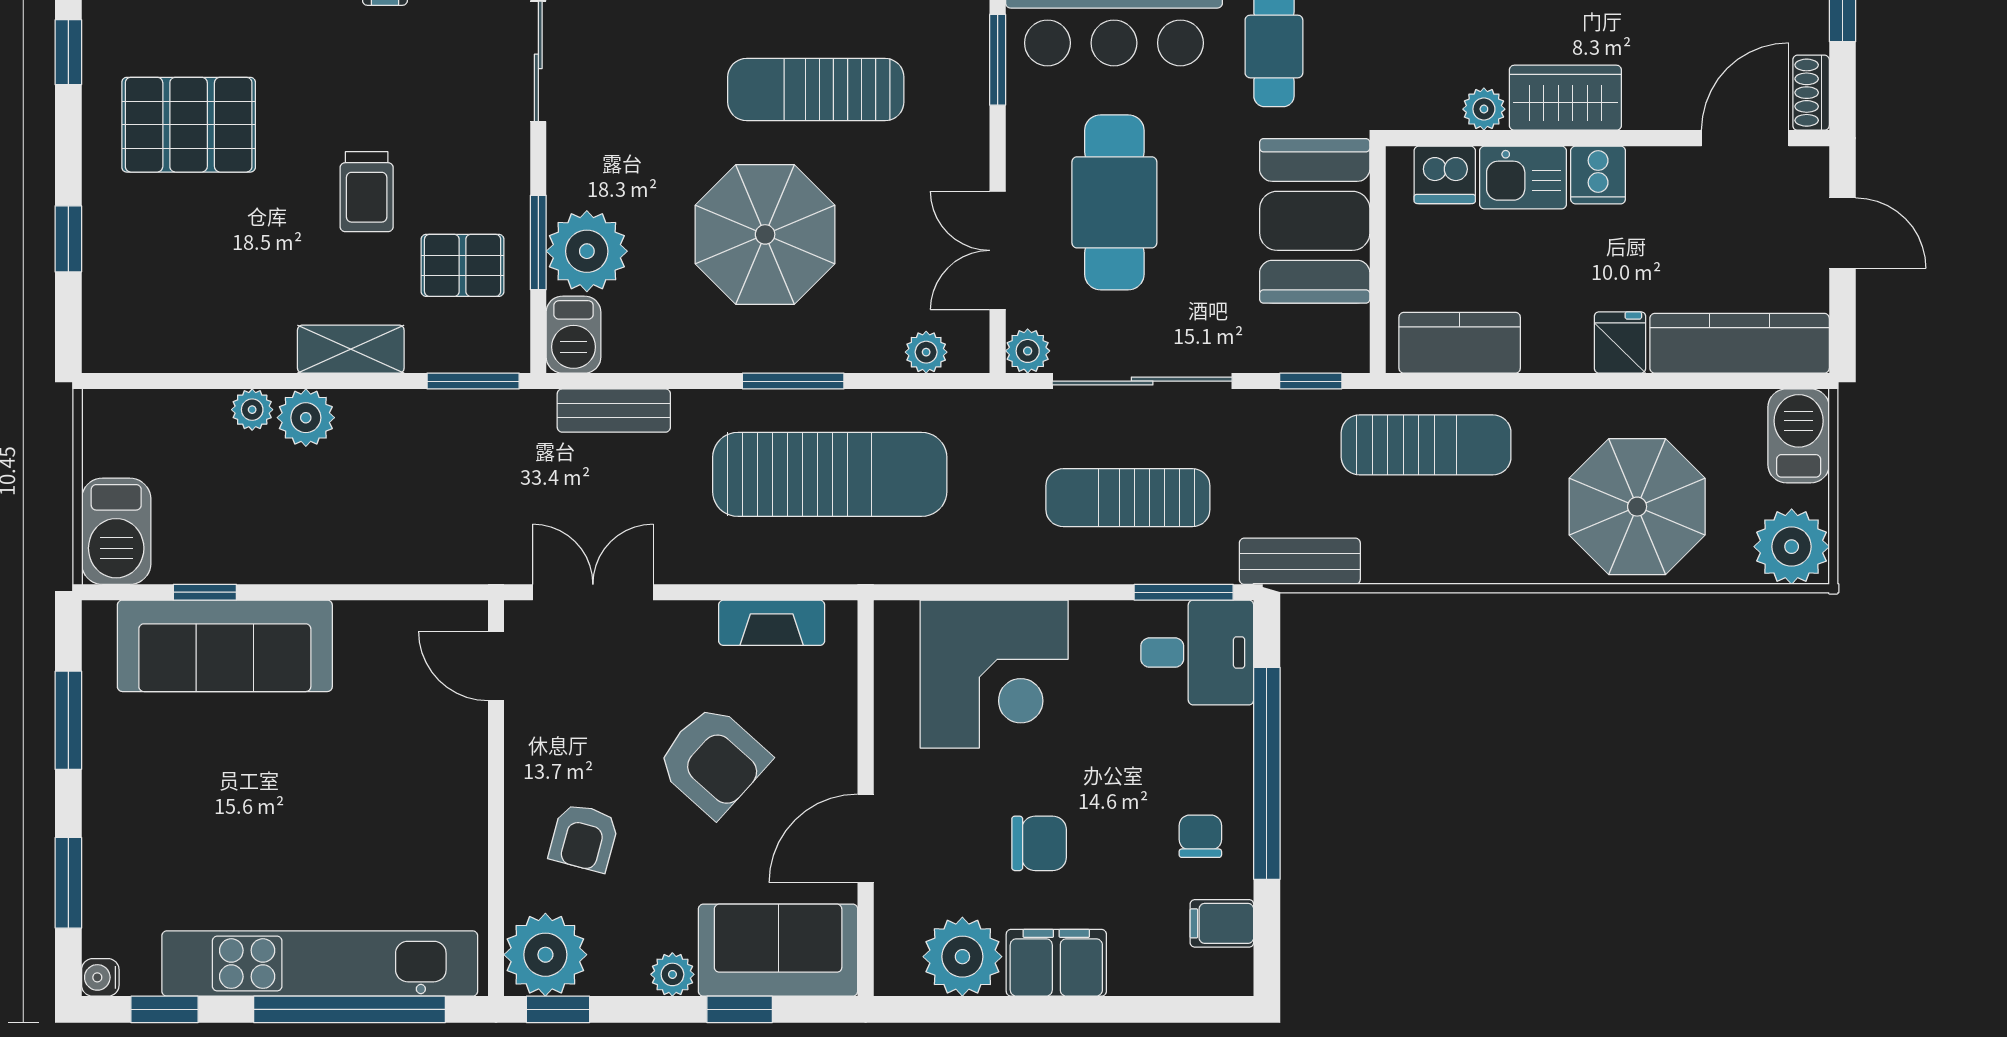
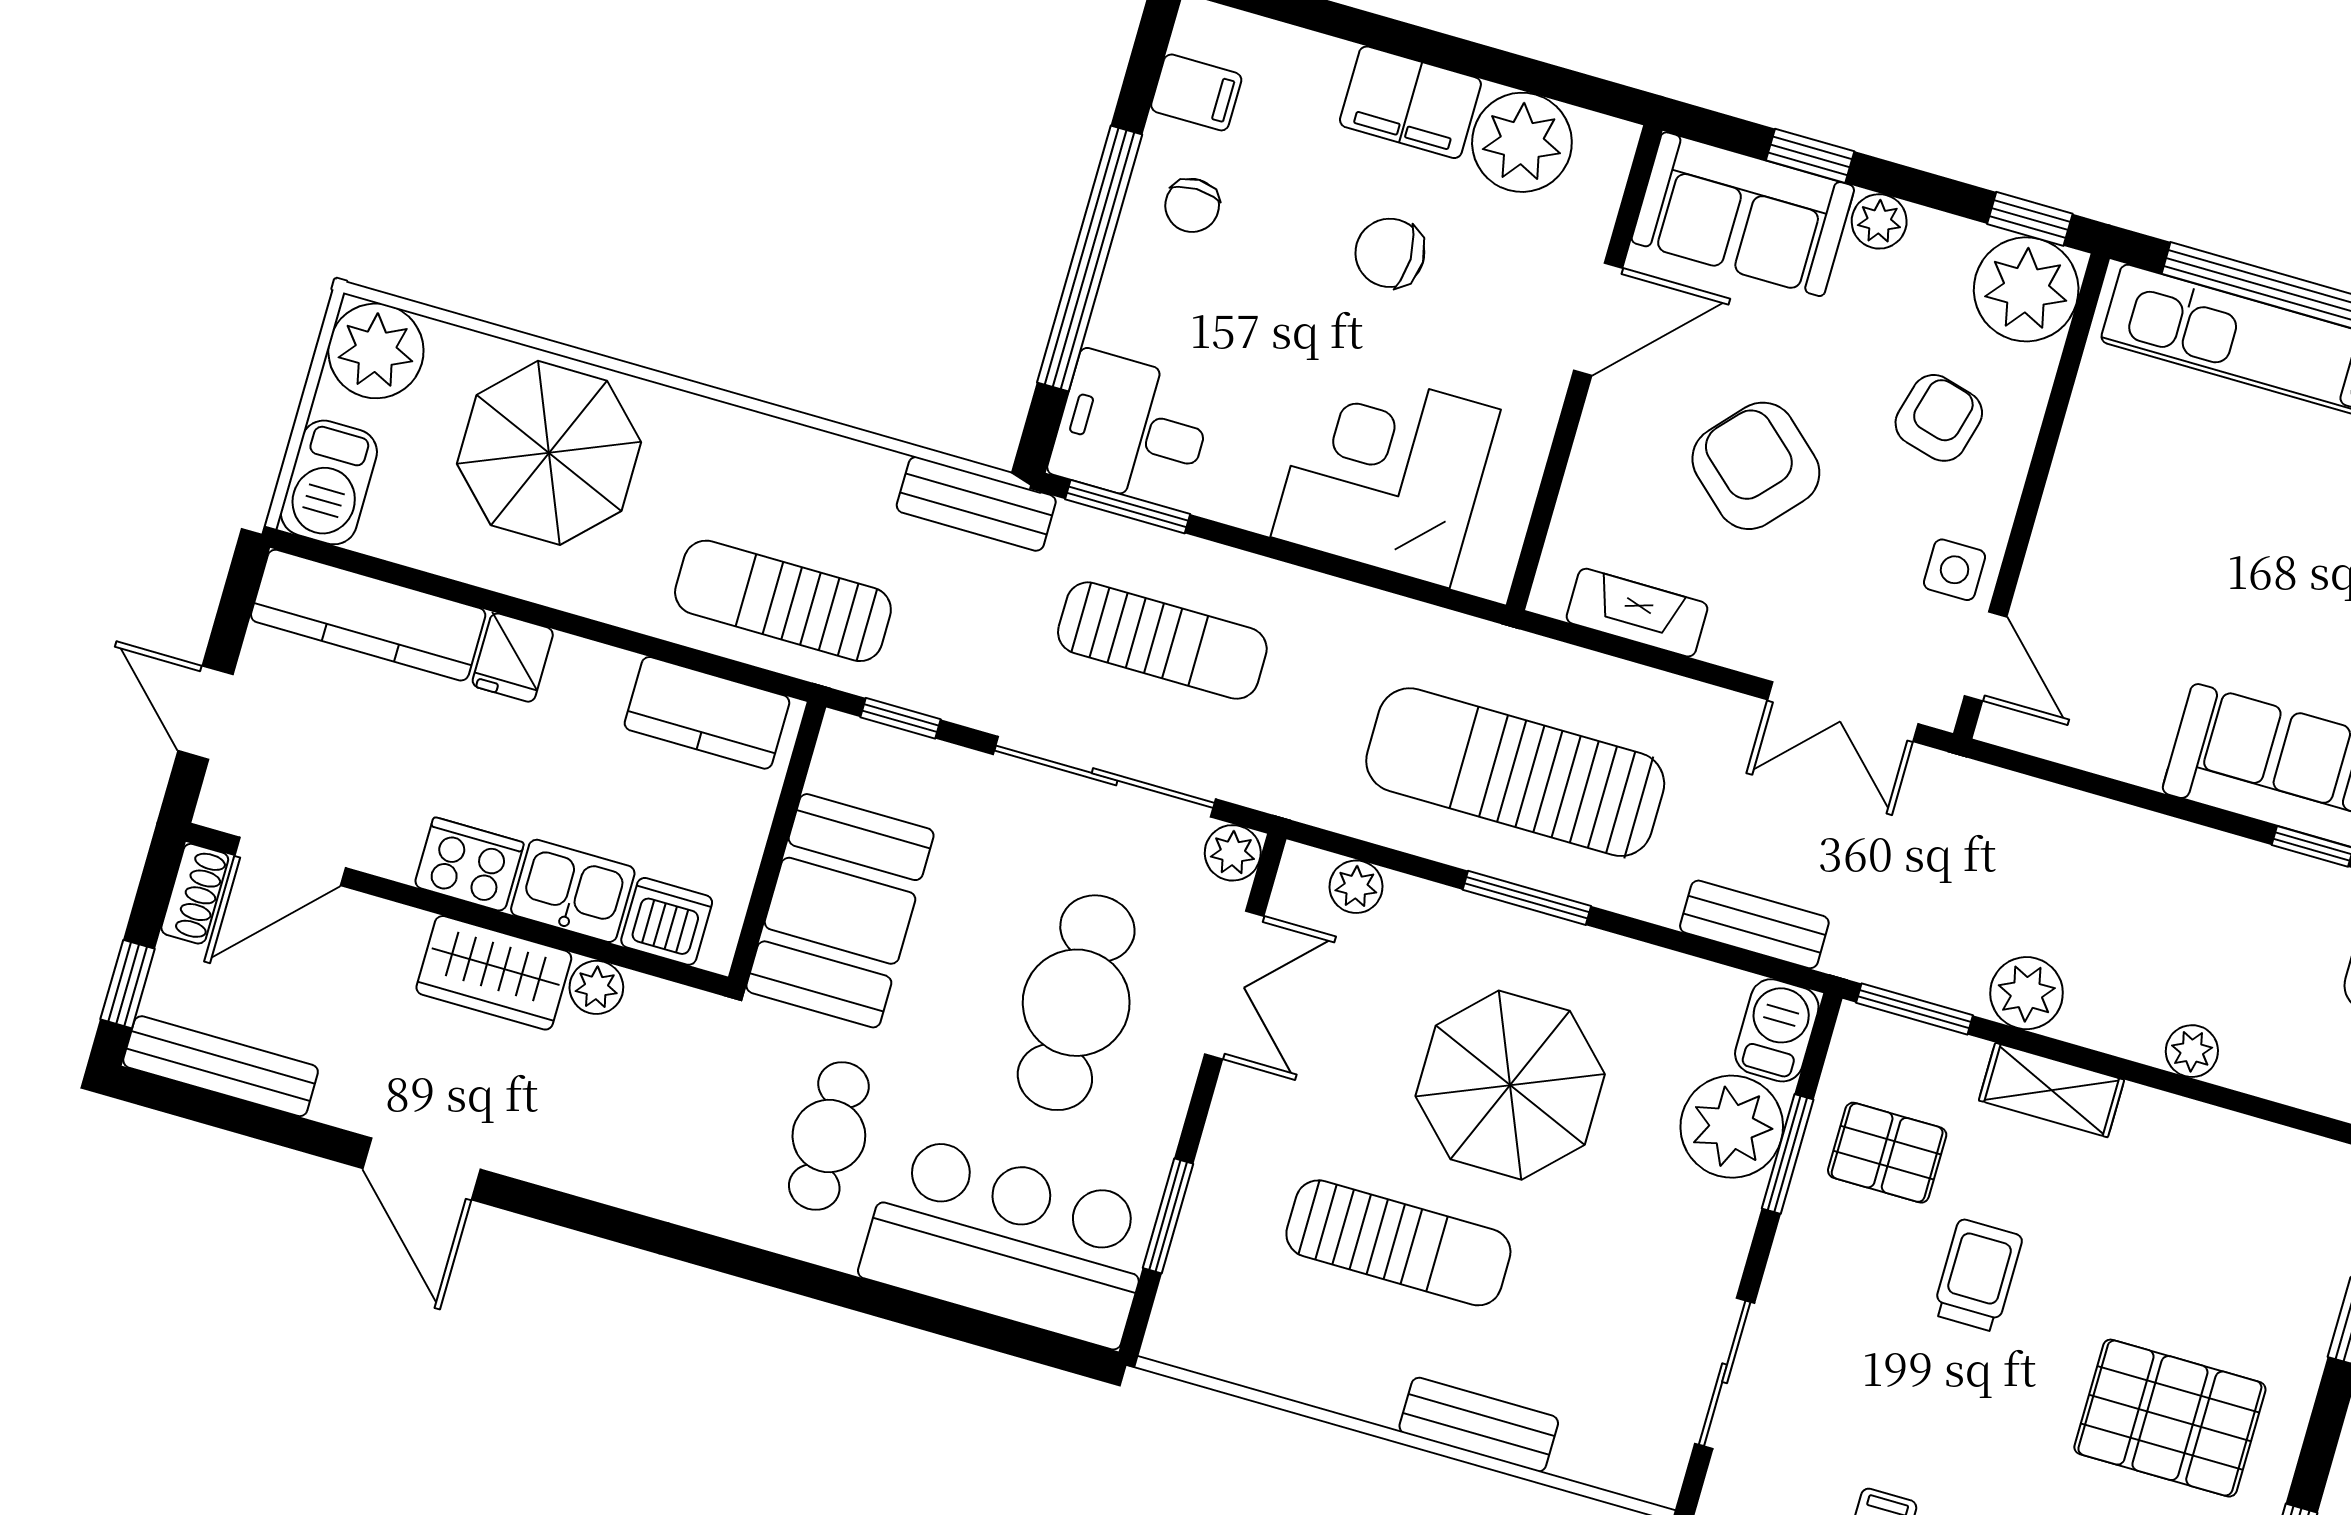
cooker: (1598, 175) -> (469, 864), width x1.36
plant: (306, 418) -> (2027, 993), moved
side table: (539, 725) -> (1955, 570), added

